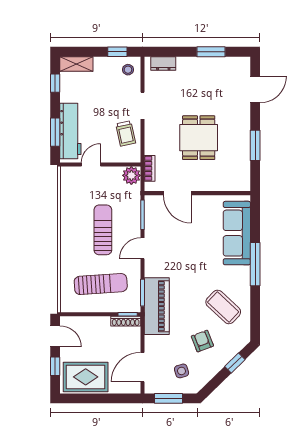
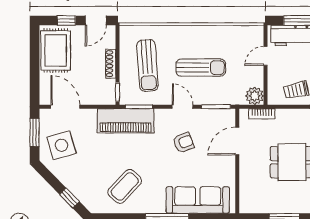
door: (91, 164) -> (265, 56), swing flipped
shoe rack: (126, 321) -> (111, 64), moved
armchair: (202, 341) -> (184, 143), moved
side table: (182, 371) -> (62, 145), width x1.87, depth x1.87

